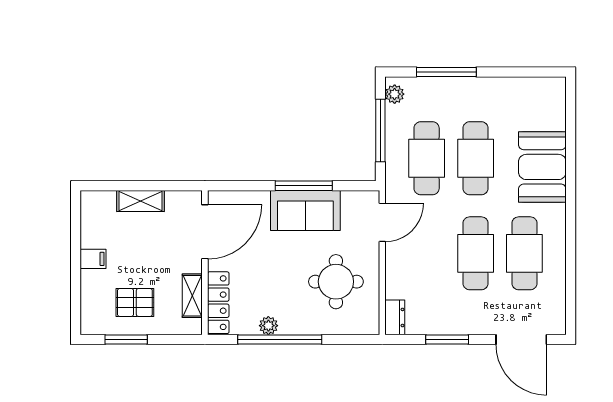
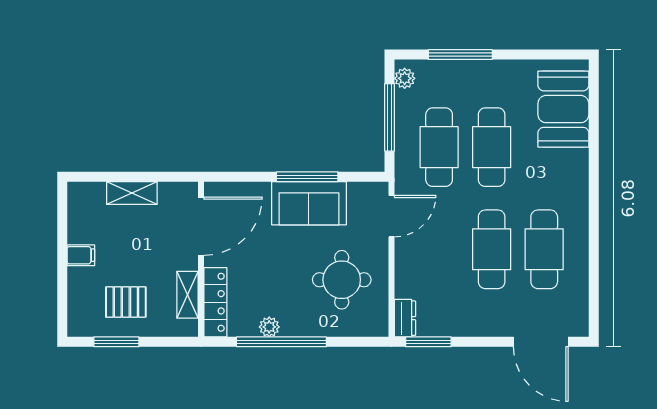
booth: (542, 167) -> (563, 109), moved
window: (447, 340) -> (428, 342), moved

